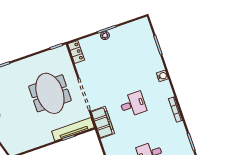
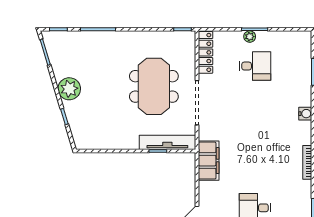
locker: (76, 52) -> (206, 52), width x1.53
desk: (133, 104) -> (255, 66), moved
filing cabinet: (103, 122) -> (209, 161), moved

